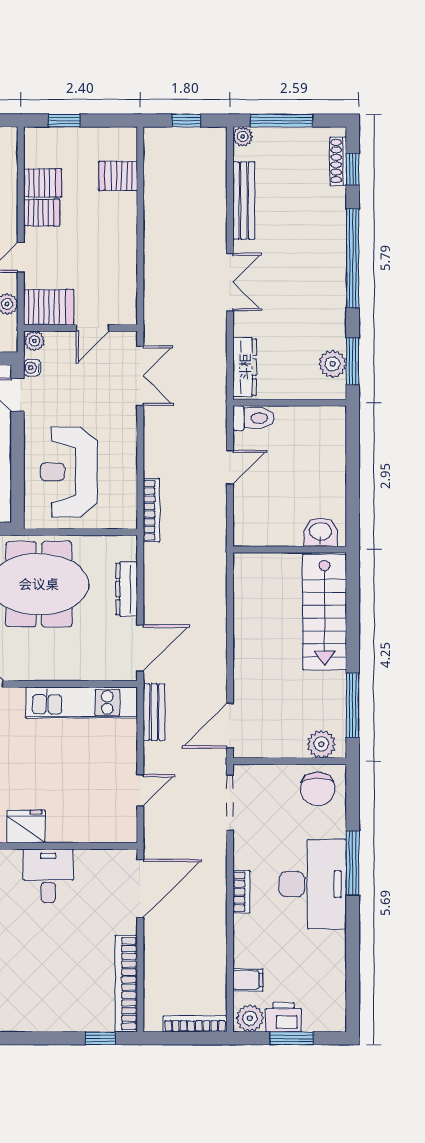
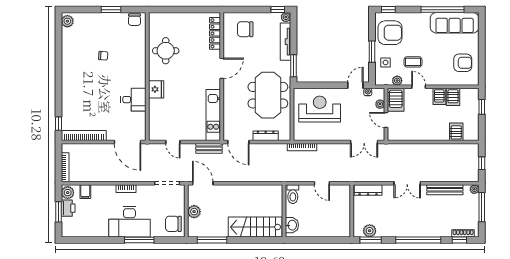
plant: (34, 341) -> (380, 104), moved
toilet: (253, 418) -> (293, 194), moved
plant: (321, 744) -> (194, 212), moved

